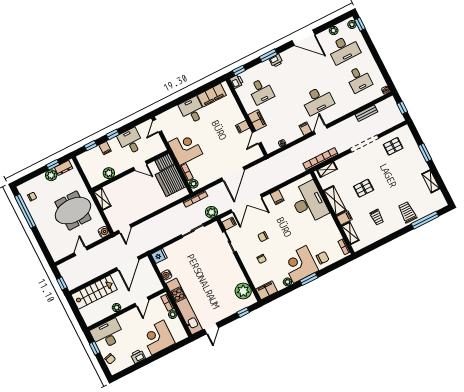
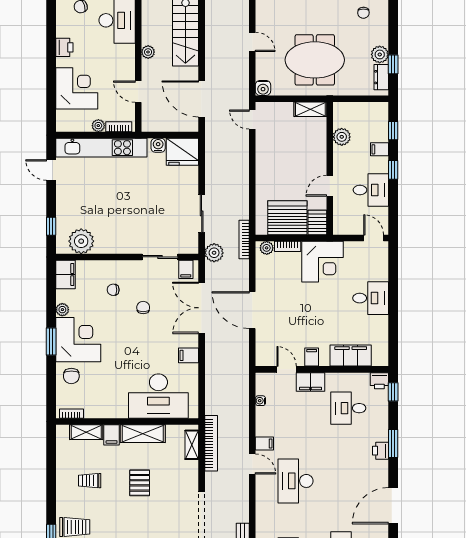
filing cabinet: (212, 95) -> (351, 356), moved, turned 90
meeting table: (73, 211) -> (315, 60), turned 90
fridge: (159, 256) -> (182, 152), width x1.88, depth x1.34

